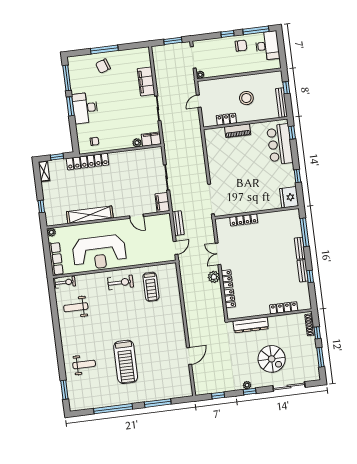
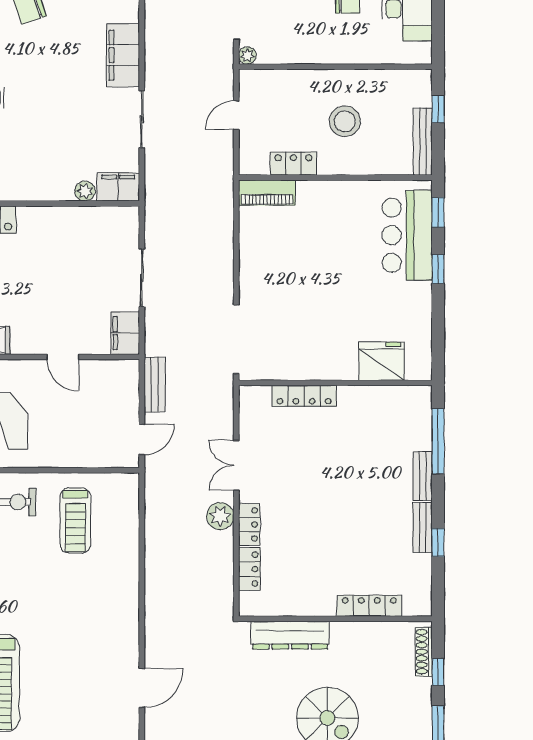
piano: (238, 131) -> (267, 193), moved
window: (297, 176) -> (438, 269), moved
fridge: (289, 197) -> (382, 361), moved, turned 90

